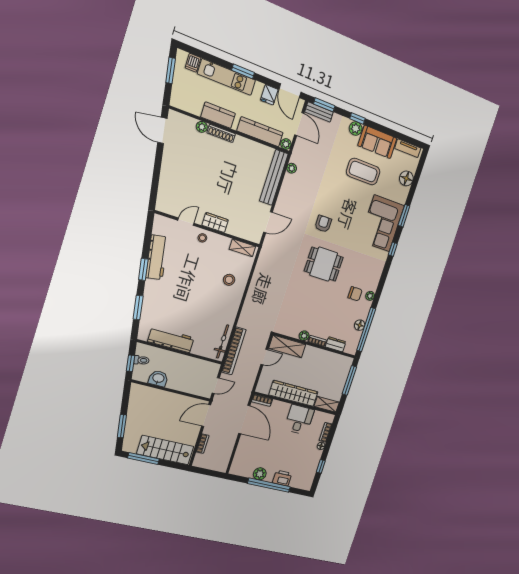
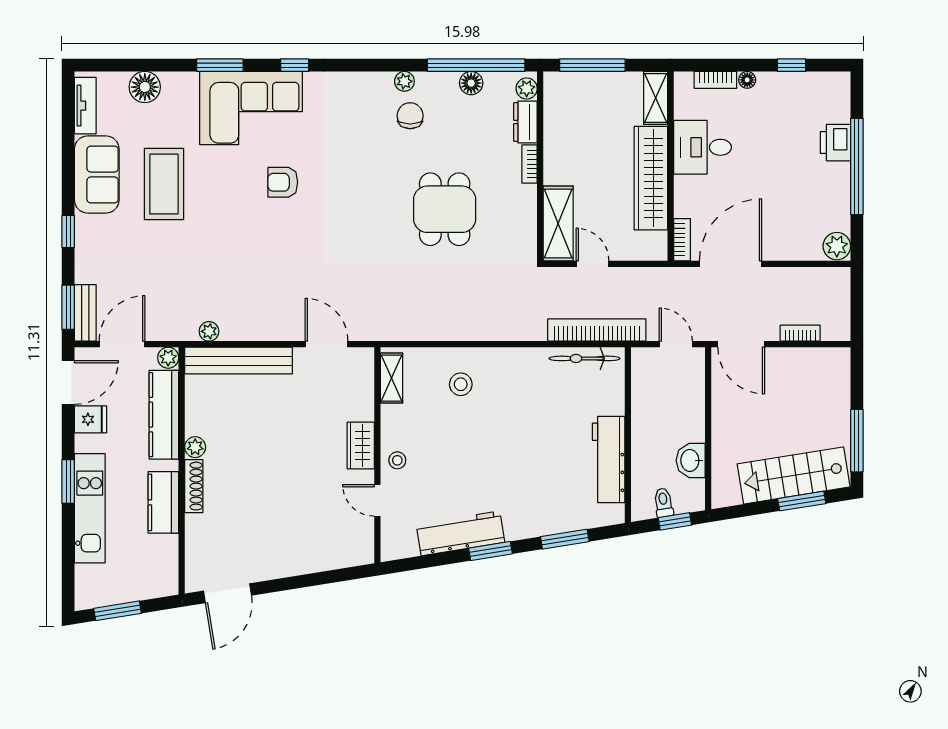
dishwasher: (193, 63) -> (89, 576), removed
plant: (202, 127) -> (195, 447), moved
plant: (356, 128) -> (88, 229), removed
armchair: (323, 224) -> (283, 182), moved
dining table: (324, 264) -> (445, 209), moved
plant: (304, 336) -> (527, 88), moved
stairs: (165, 450) -> (794, 475), moved, turned 81
plant: (260, 474) -> (837, 246), moved

